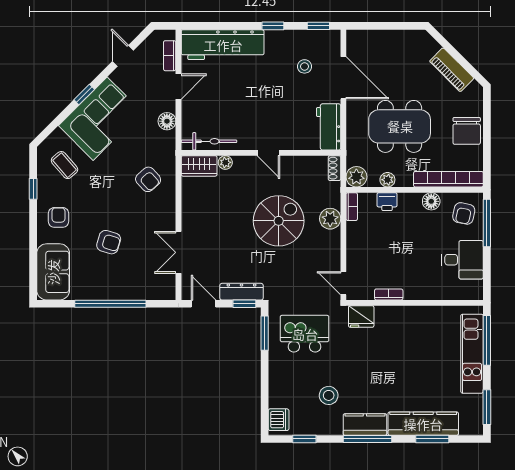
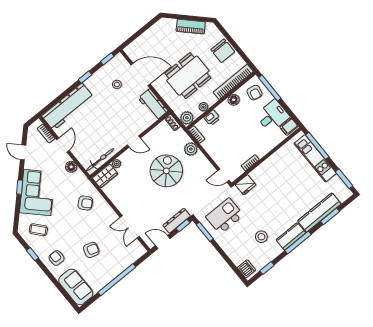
filing cabinet: (472, 289) -> (289, 127), added

